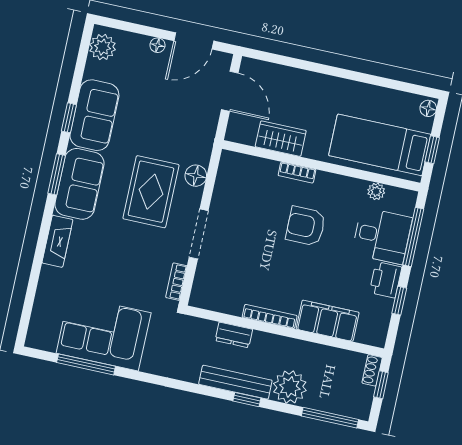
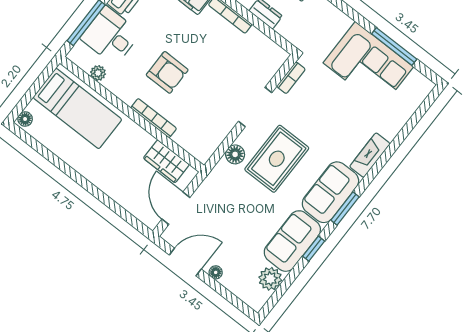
plant: (103, 47) -> (270, 279), moved
wardrobe: (281, 139) -> (166, 161), moved
window: (432, 150) -> (38, 85), removed
bookcase: (297, 173) -> (154, 118), width x1.56

